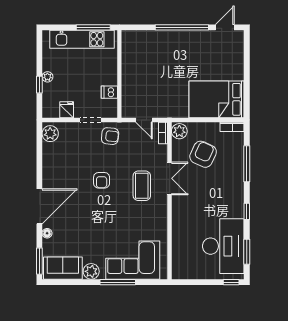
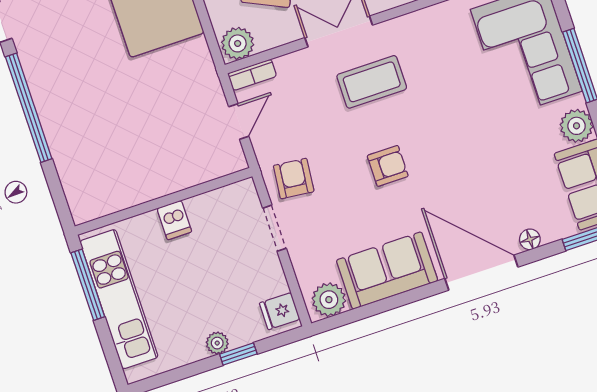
dishwasher: (109, 92) -> (174, 220), moved
fridge: (67, 110) -> (280, 311), moved
sofa: (55, 164) -> (387, 271), added

